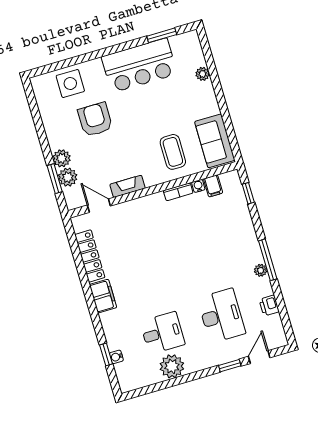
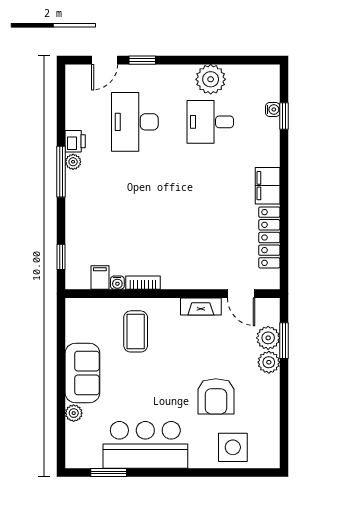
sofa: (215, 141) -> (82, 373), moved
printer: (269, 306) -> (75, 141), moved

